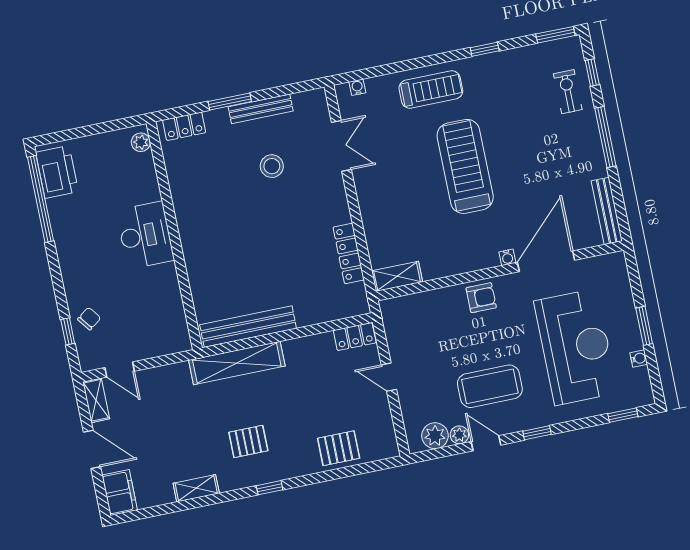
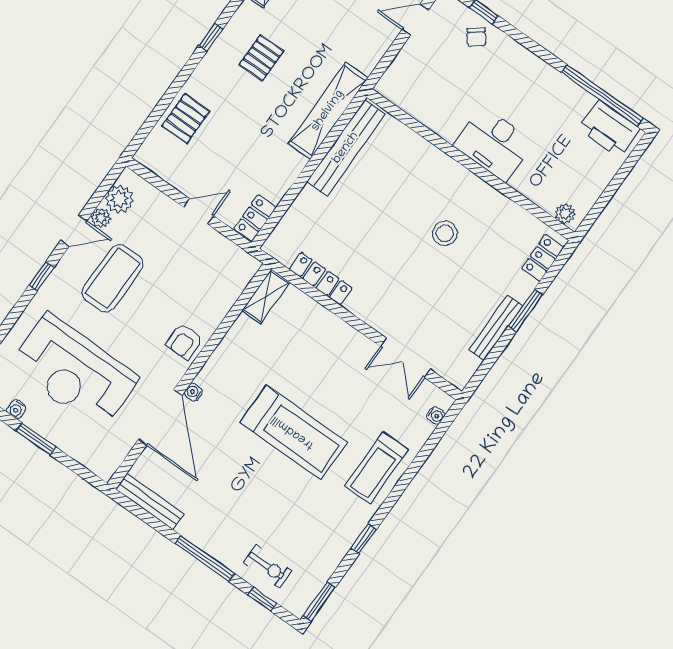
stool: (272, 166) -> (445, 233), moved

